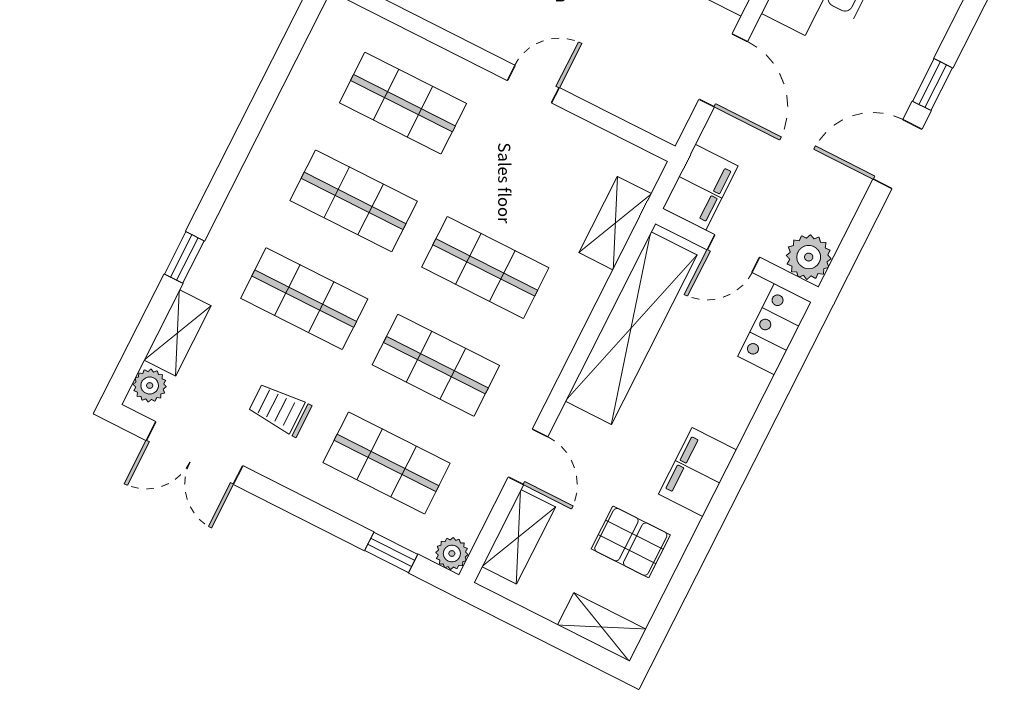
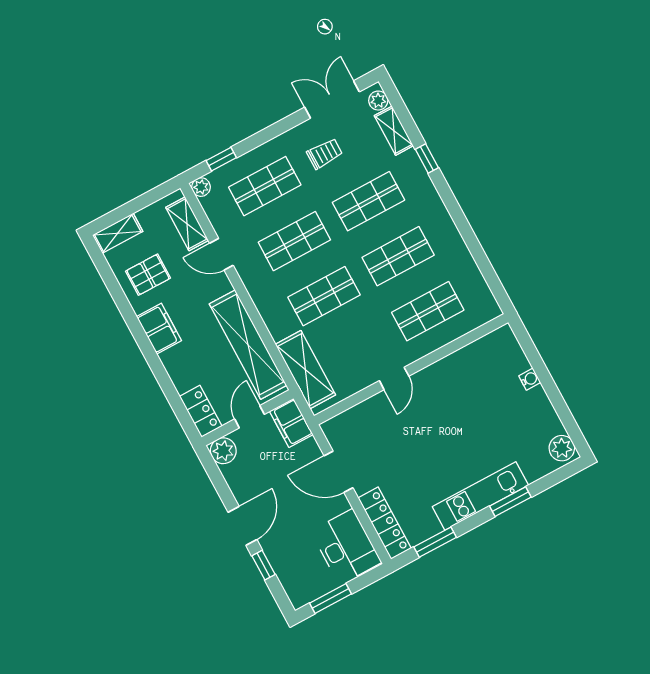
shelving: (615, 223) -> (305, 370), width x1.50, depth x1.33

